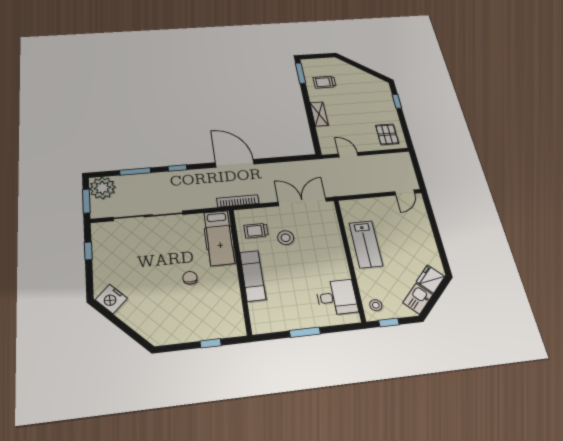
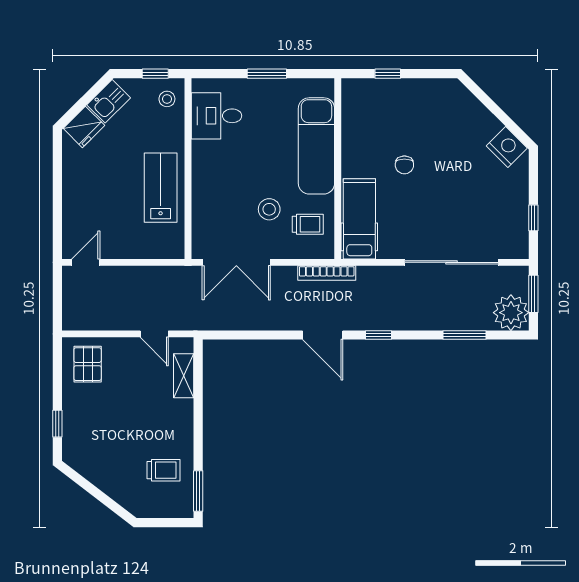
shelving: (319, 114) -> (184, 376), moved
door: (235, 163) -> (323, 335), width x0.73
window: (177, 168) -> (378, 335), moved
exam couch: (253, 276) -> (316, 146), width x1.36, depth x1.45

